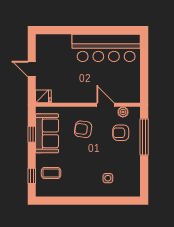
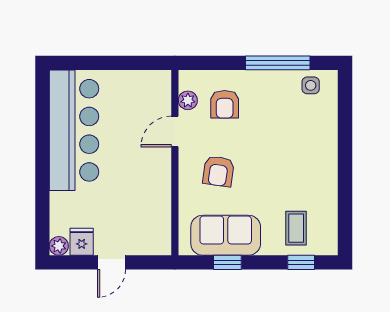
plant: (41, 39) -> (59, 246), added
fridge: (43, 96) -> (82, 242), moved
window: (144, 137) -> (278, 63), moved
side table: (108, 178) -> (311, 85), moved

